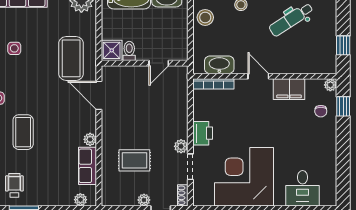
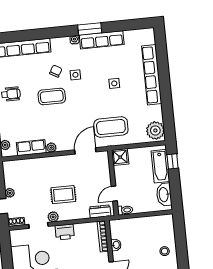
stool: (205, 17) -> (152, 225), removed
toilet: (129, 51) -> (125, 210), moved
door: (159, 63) -> (114, 194), hinge flipped
washbasin: (219, 65) -> (116, 245), width x0.52, depth x0.69
dresser: (180, 84) -> (100, 211), added
rug: (134, 160) -> (63, 195), moved, turned 90

